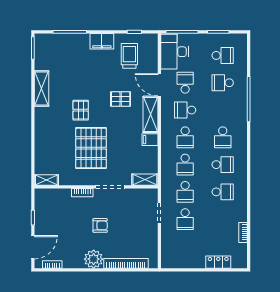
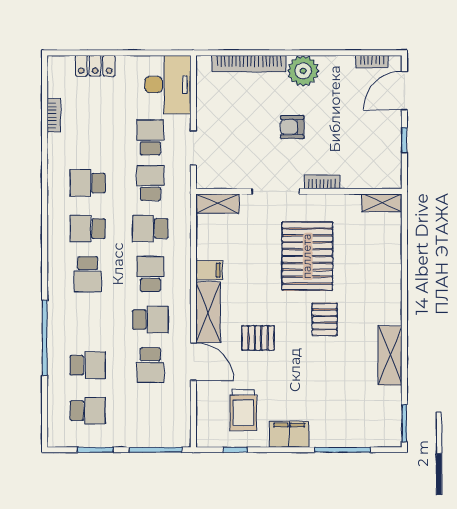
desk: (175, 52) -> (168, 85), moved
school desk: (223, 55) -> (88, 411), turned 180
school desk: (223, 137) -> (88, 274), turned 180
school desk: (185, 165) -> (150, 229), turned -90

